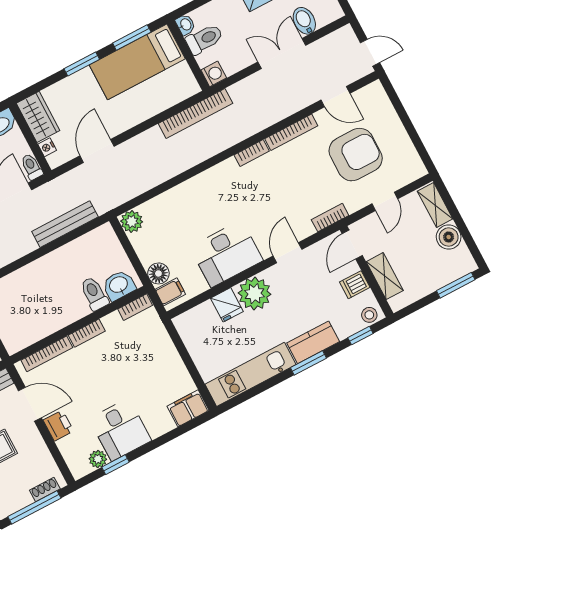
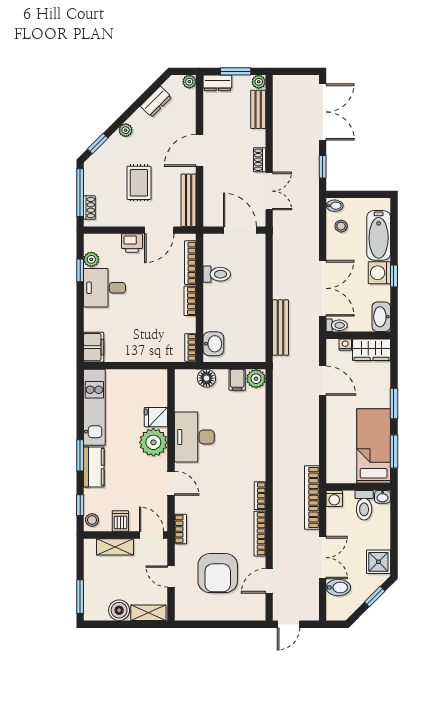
bookcase: (196, 113) -> (312, 497), moved
filing cabinet: (170, 292) -> (237, 380), moved
toilet: (94, 294) -> (217, 274), moved

